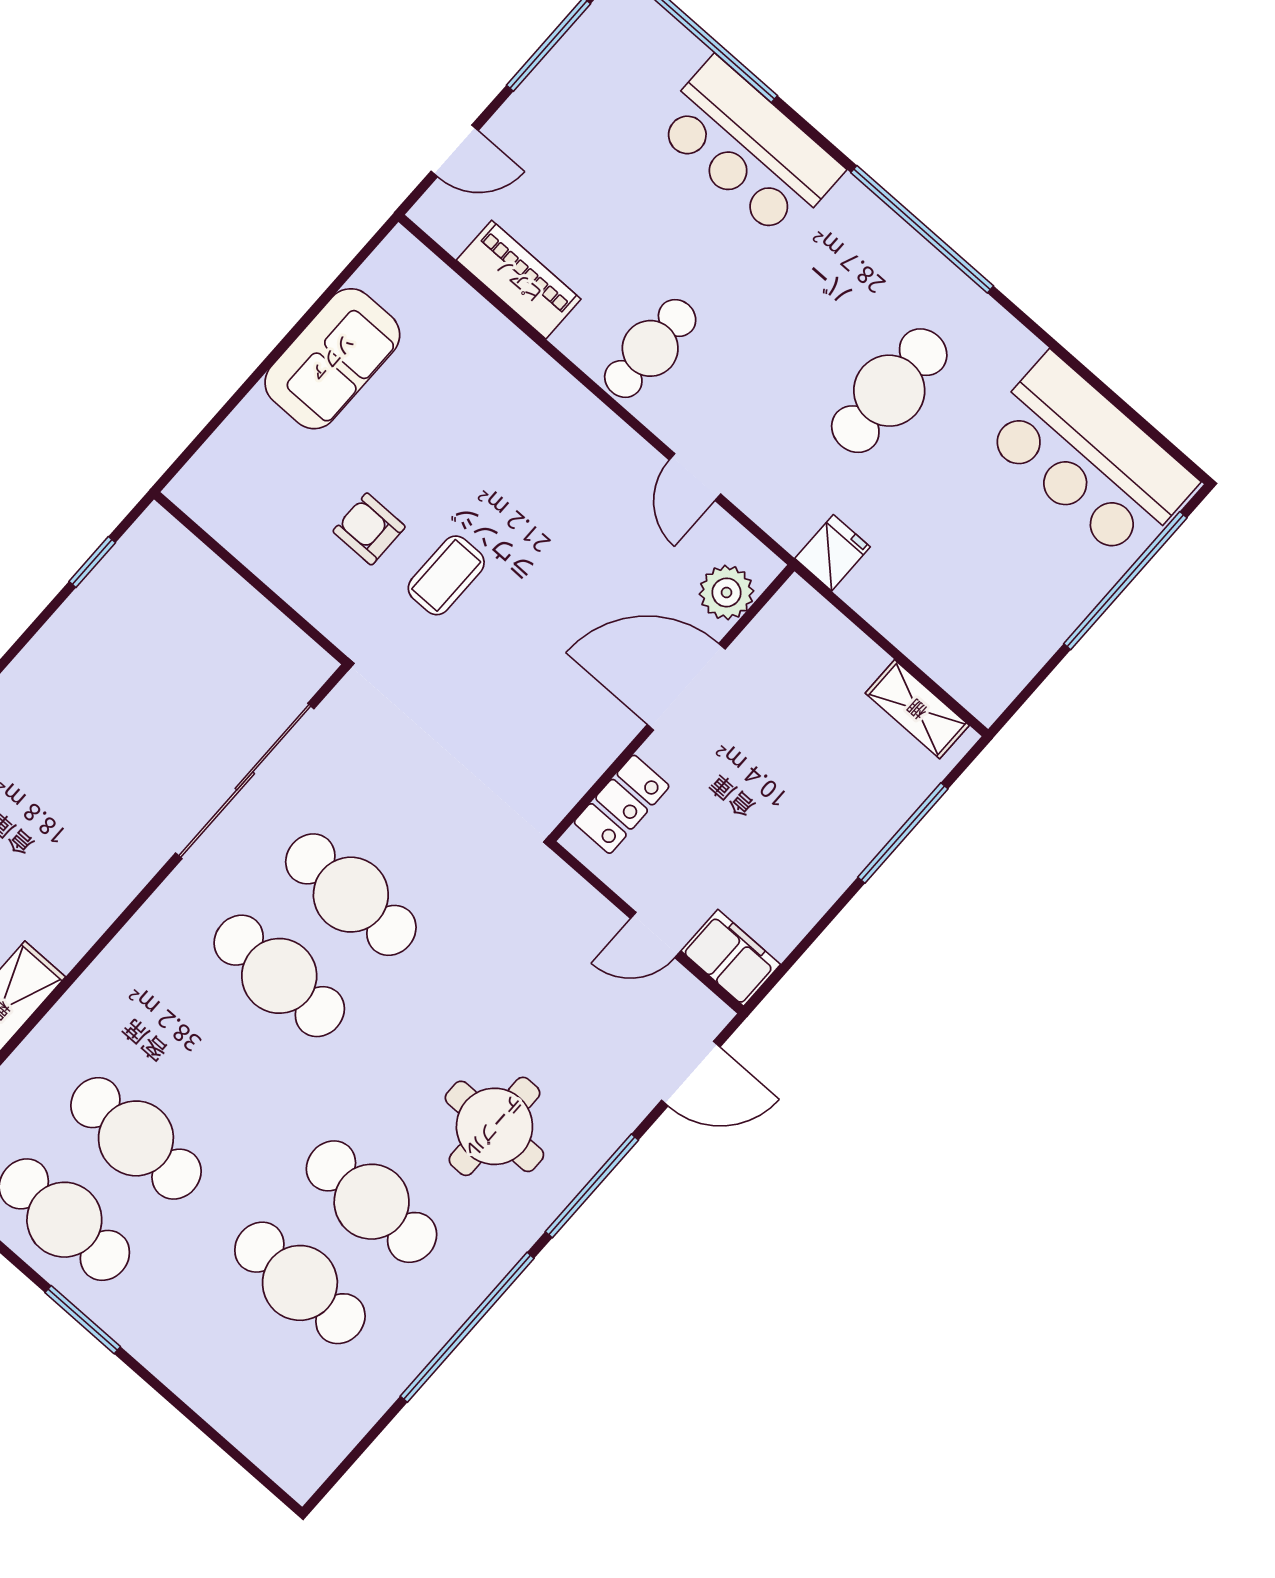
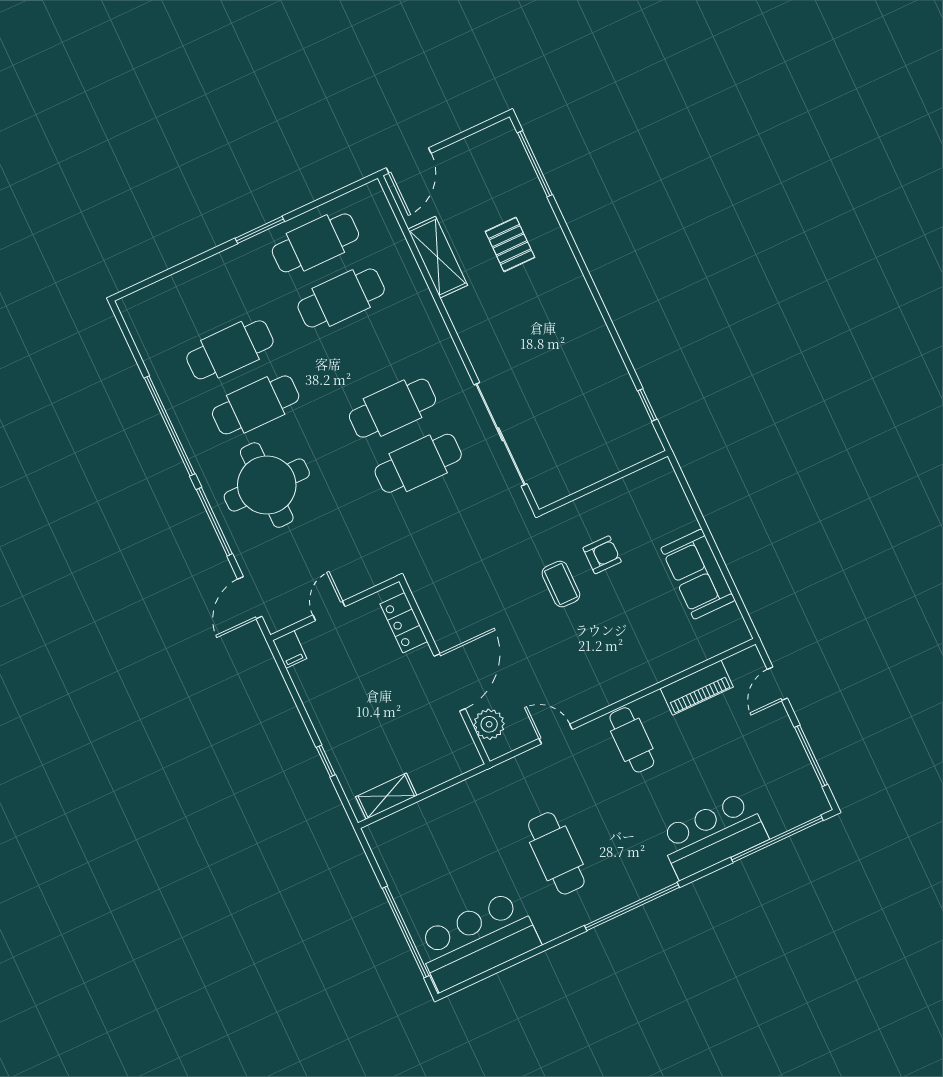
fridge: (833, 553) -> (486, 788), removed
window: (903, 833) -> (326, 761), width x0.46
filing cabinet: (731, 958) -> (290, 649), width x0.50
round table: (494, 1126) -> (267, 485), width x1.36, depth x1.36

